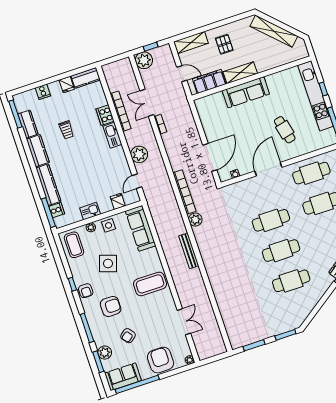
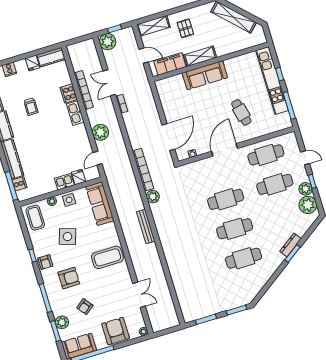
kitchen sink: (90, 211) -> (64, 182), moved

